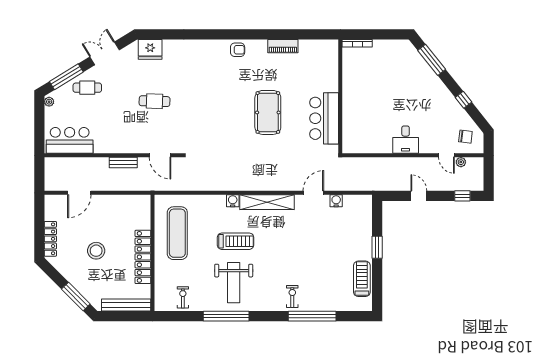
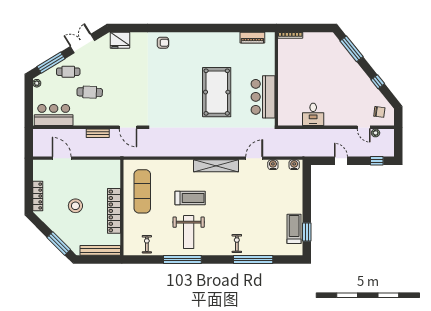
piano: (283, 46) -> (252, 38), moved
armchair: (238, 50) -> (163, 43), moved
cafe table: (155, 101) -> (90, 92), moved
pool table: (268, 112) -> (217, 92), width x1.36, depth x1.32
desk: (406, 140) -> (313, 114), moved
door: (79, 193) -> (62, 158), swing flipped
water cooler: (233, 201) -> (294, 165), moved
window: (377, 247) -> (307, 232), moved

